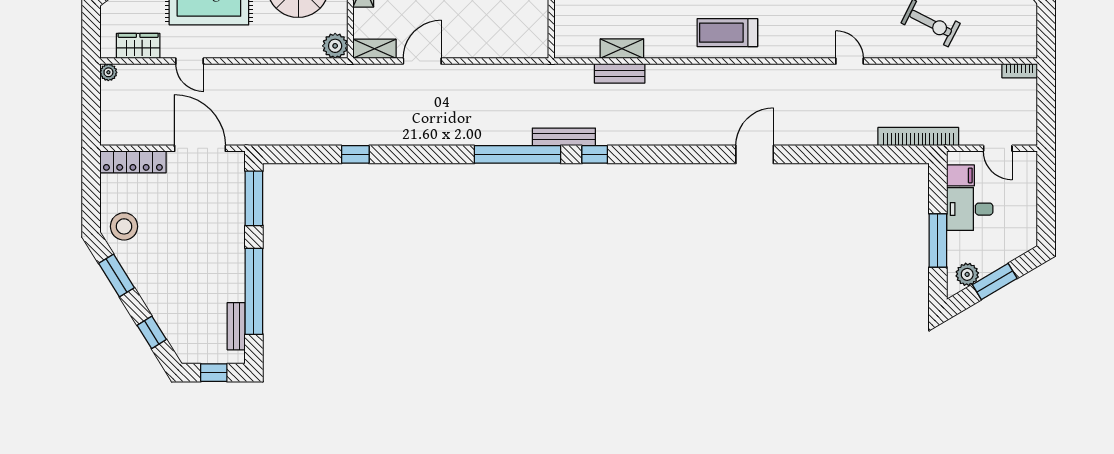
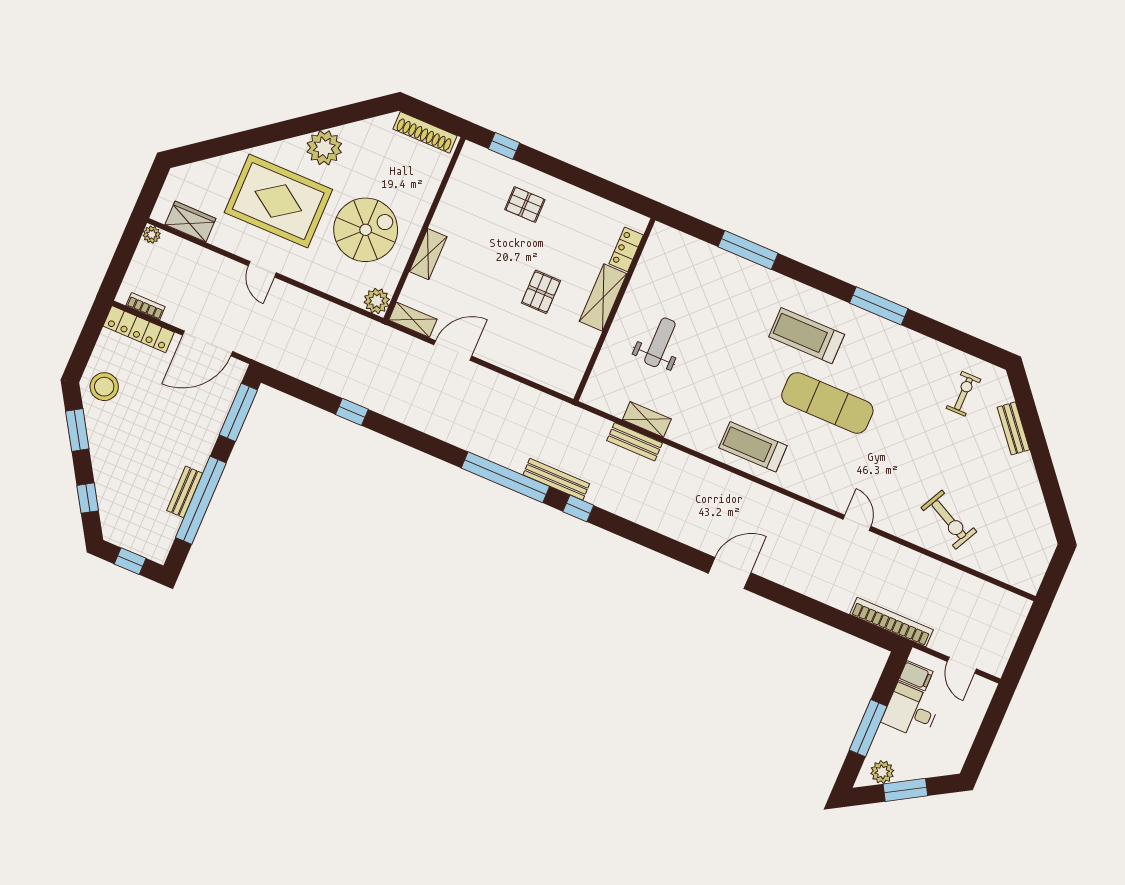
door: (190, 61) -> (262, 269), moved
bookcase: (1020, 71) -> (146, 306), moved, turned 180
door: (200, 148) -> (208, 343), swing flipped
bench: (236, 326) -> (185, 492), moved

